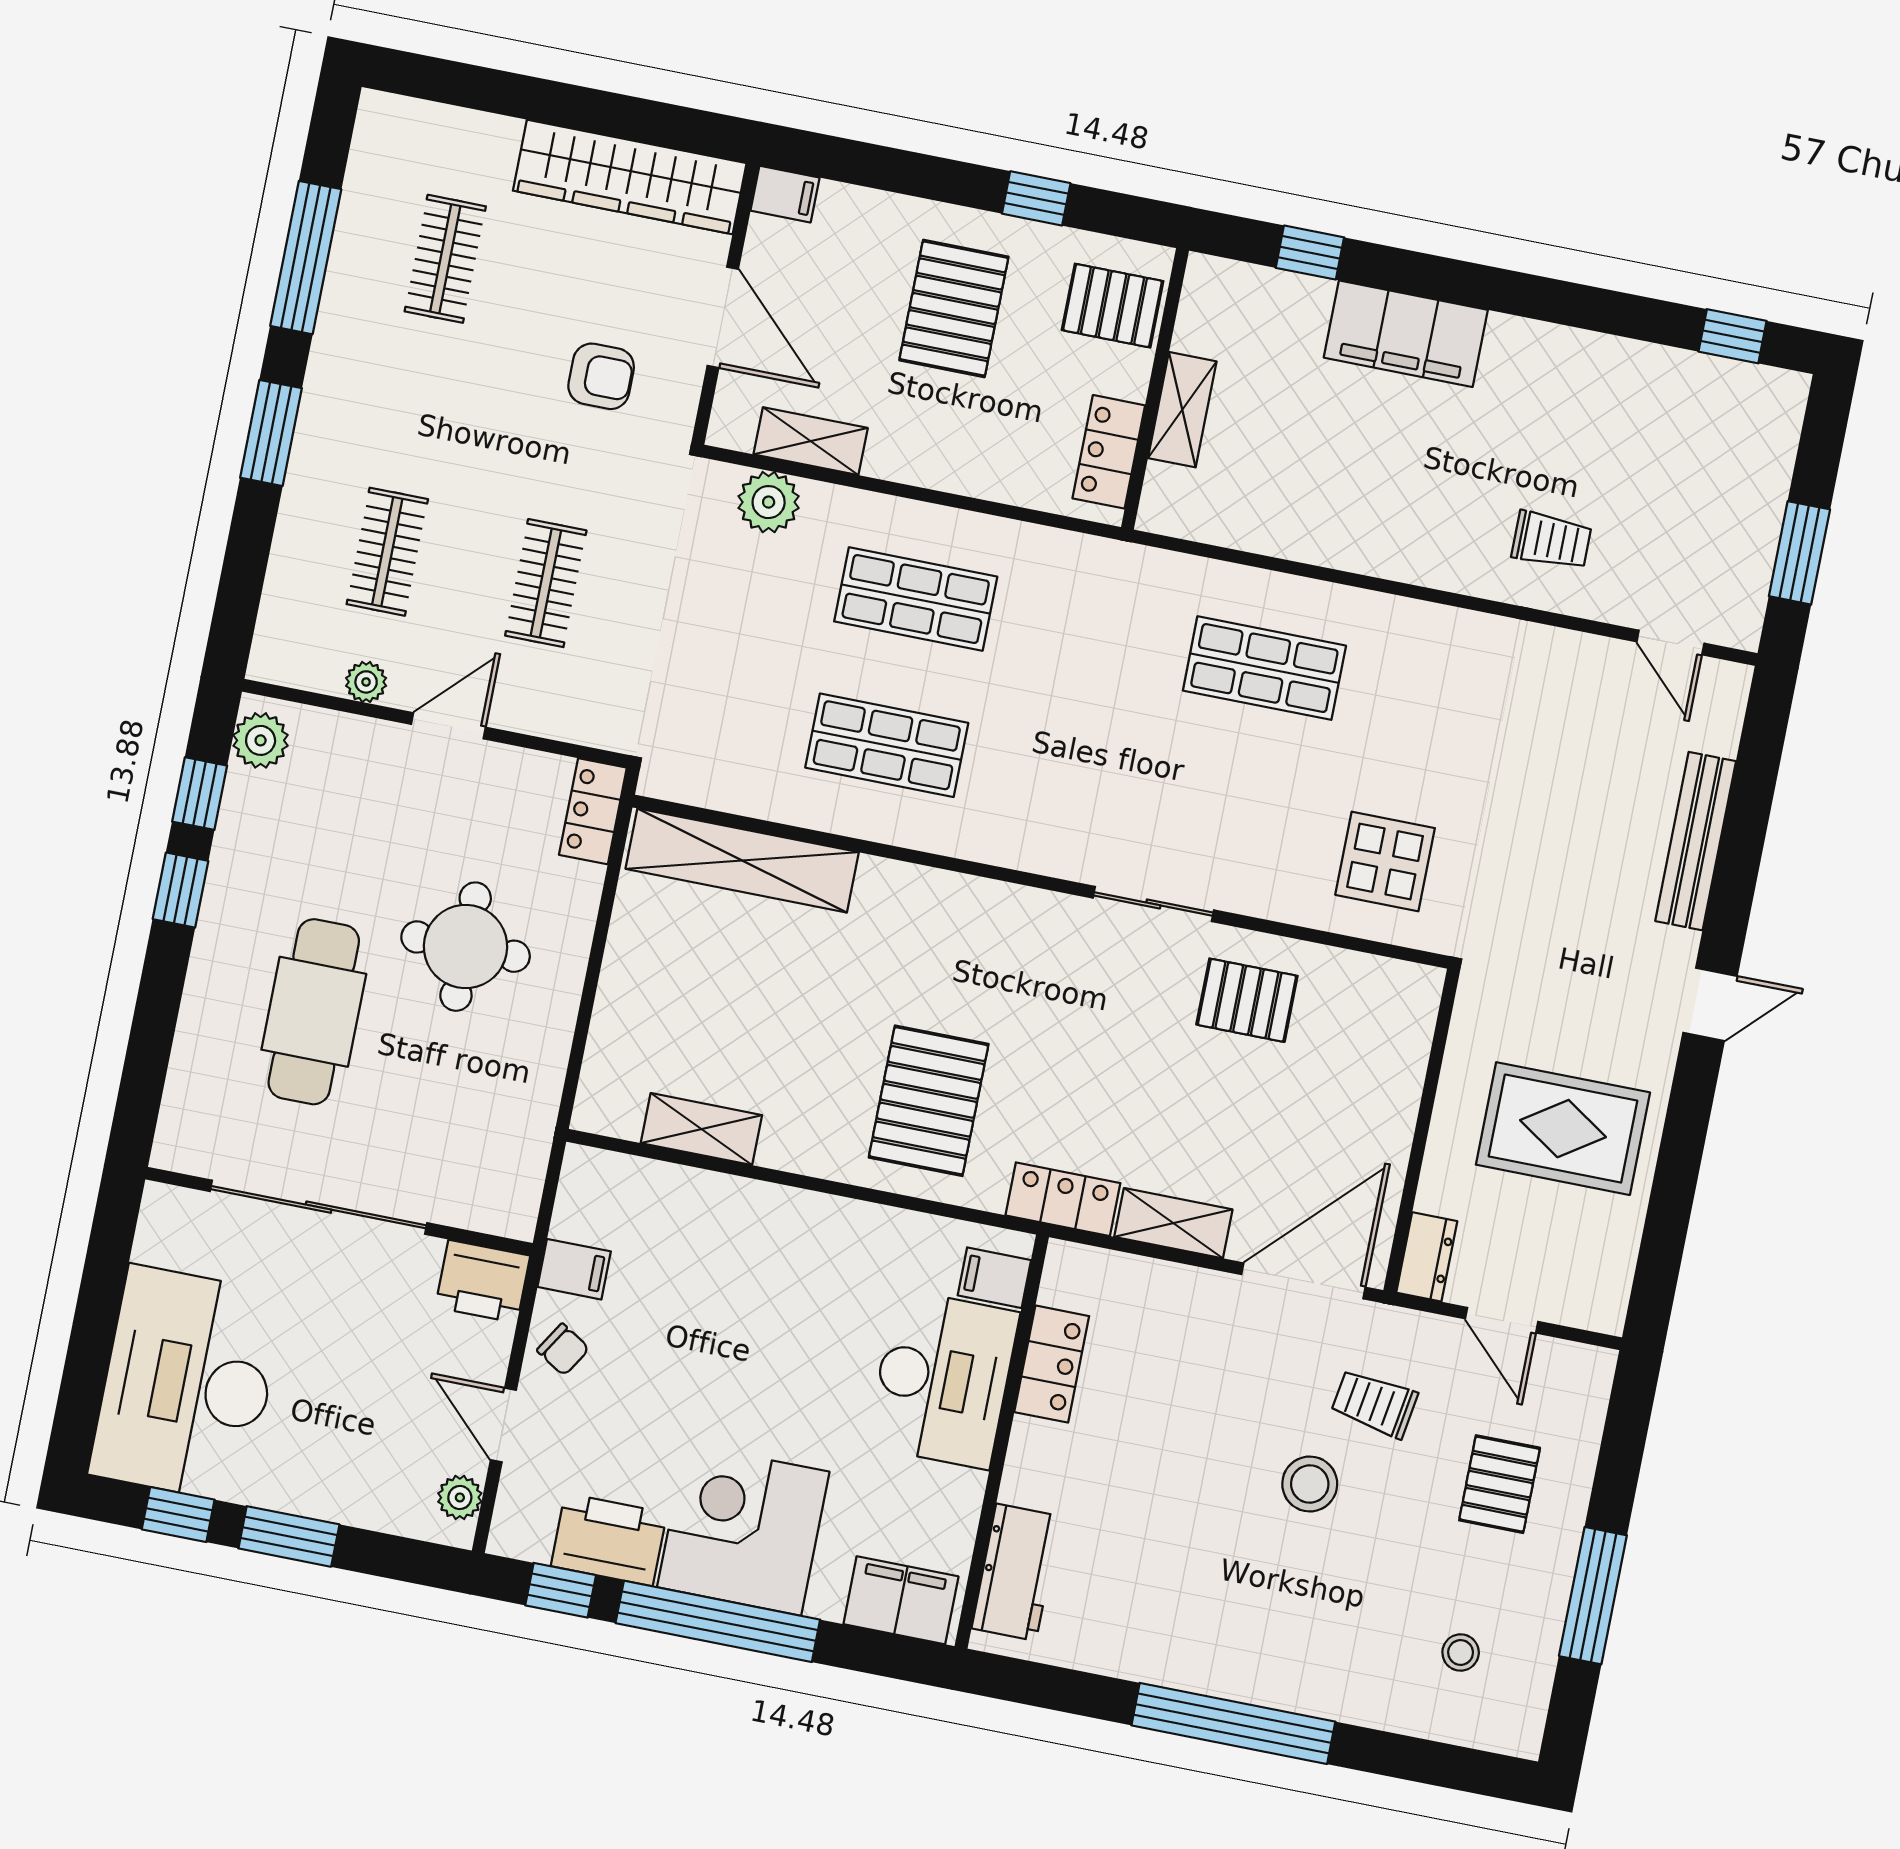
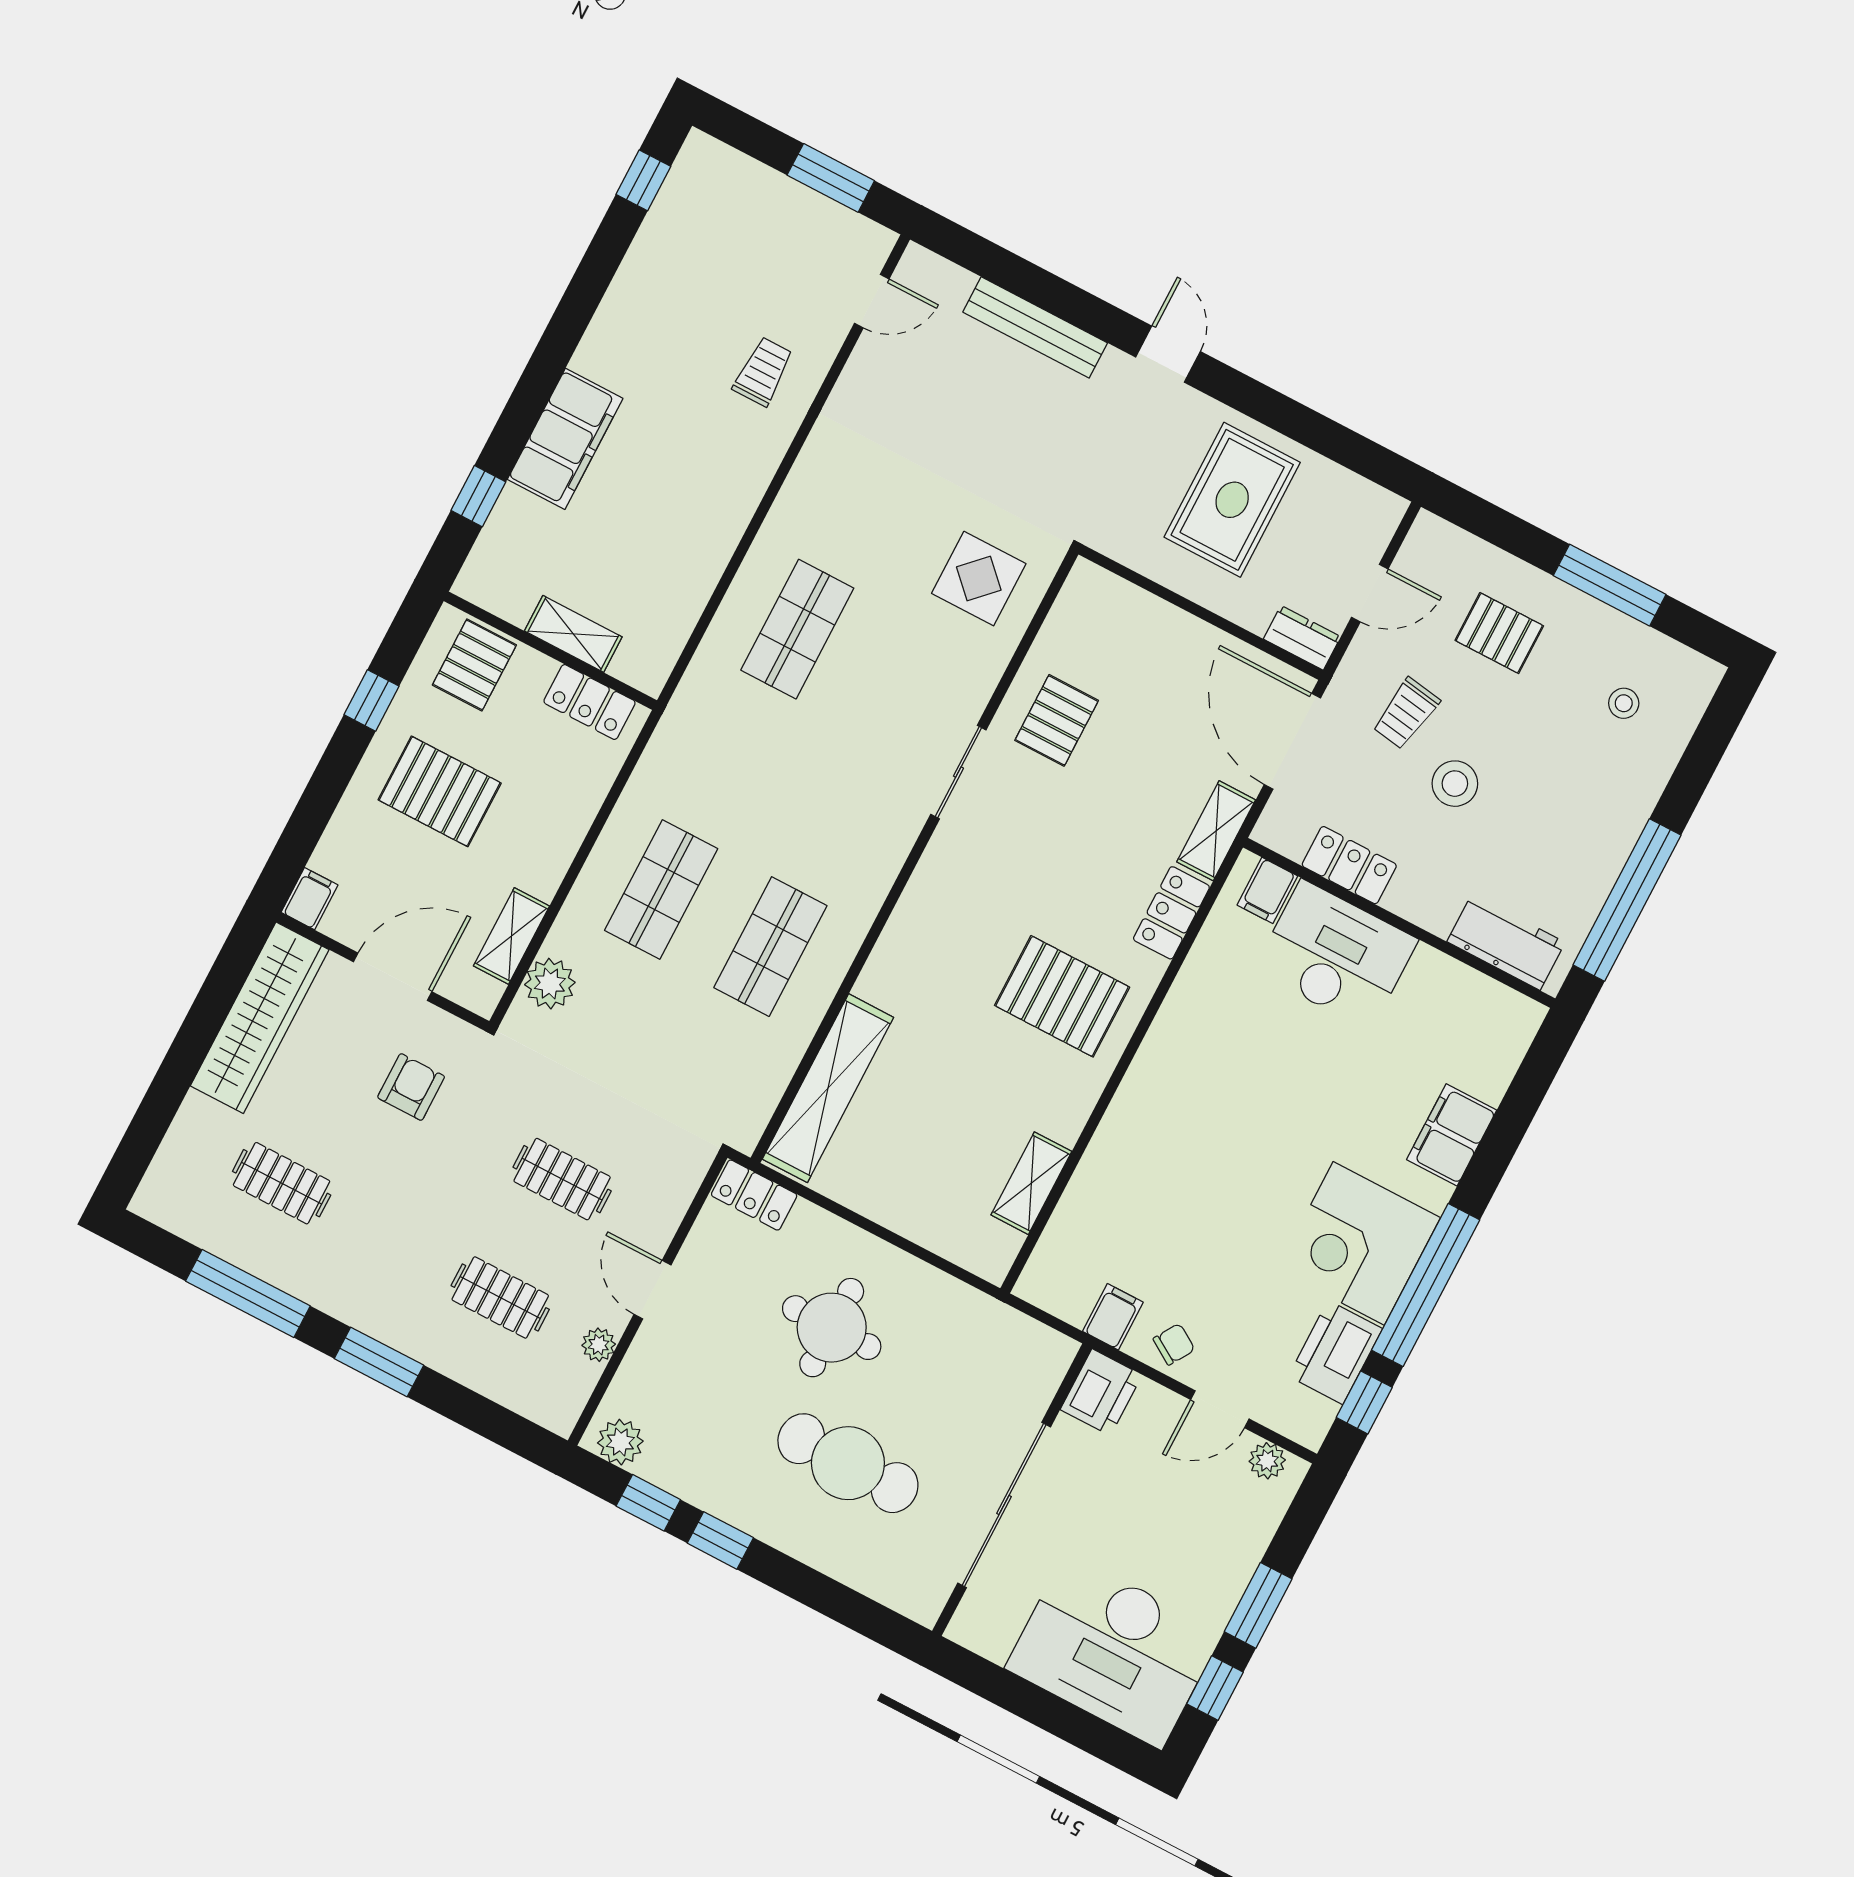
filing cabinet: (994, 1278) -> (1267, 890), moved
locker: (1052, 1364) -> (1349, 865), moved
desk: (943, 1379) -> (1336, 955), moved
wall: (1002, 1442) -> (1399, 923), moved
workbench: (1016, 1572) -> (1506, 942), moved

